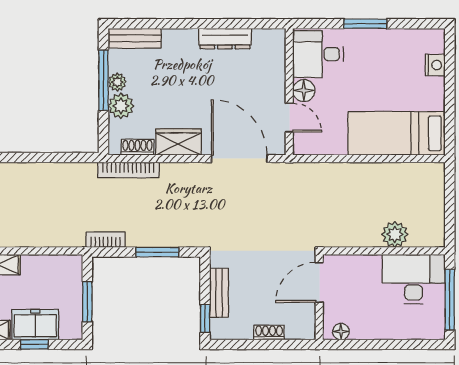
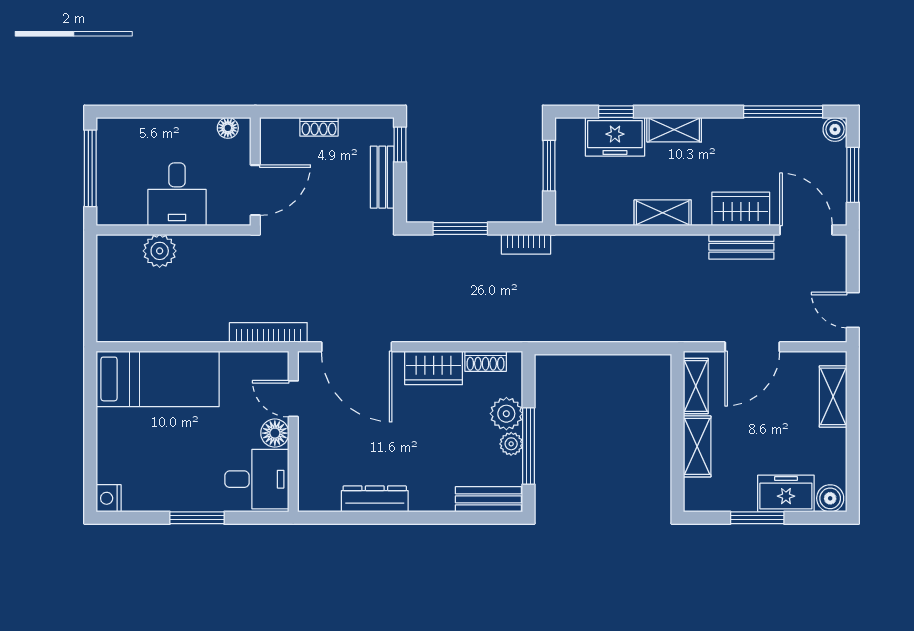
nightstand: (435, 65) -> (109, 498), moved
bookcase: (128, 170) -> (268, 332), moved
desk: (414, 279) -> (177, 194), moved, width x0.73

